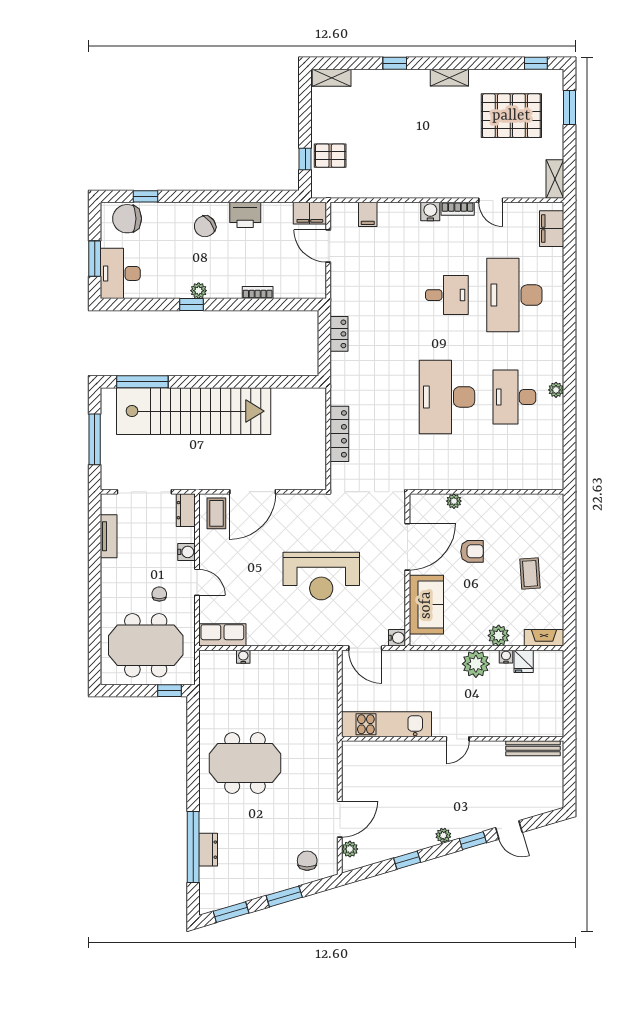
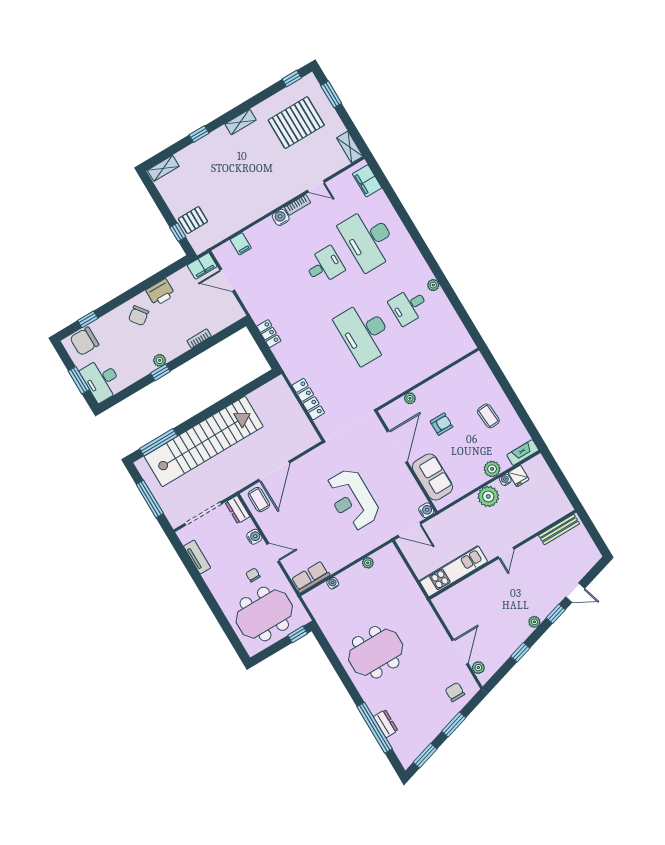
desk: (514, 397) -> (409, 306), width x0.73
reception desk: (321, 576) -> (352, 500), turned 90
plant: (296, 657) -> (368, 563), added

